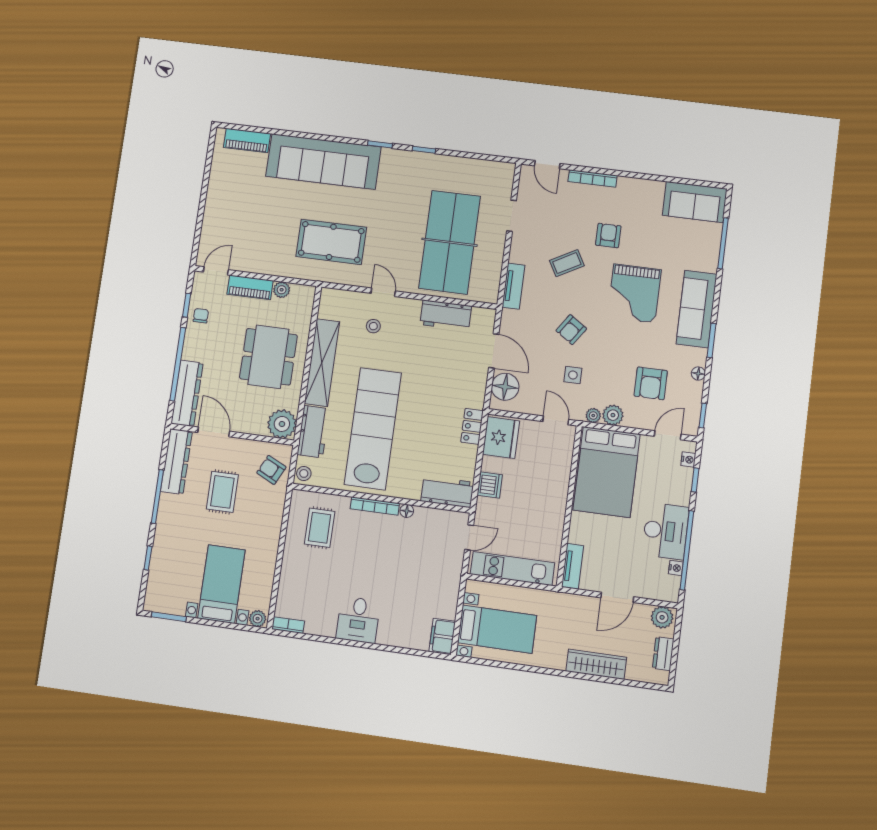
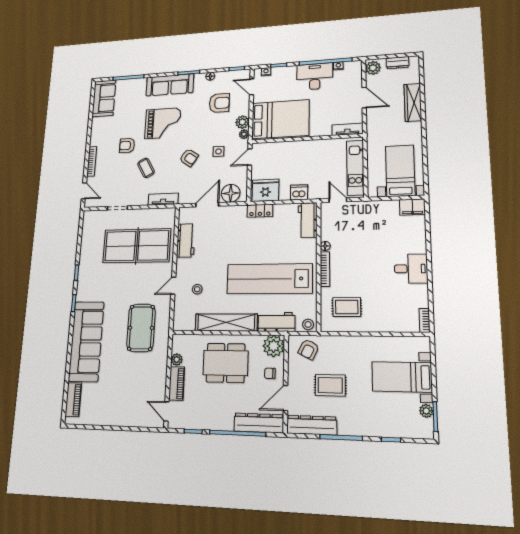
door: (547, 165) -> (84, 191), hinge flipped
chair: (201, 316) -> (270, 373), moved
plant: (258, 619) -> (426, 411), moved

